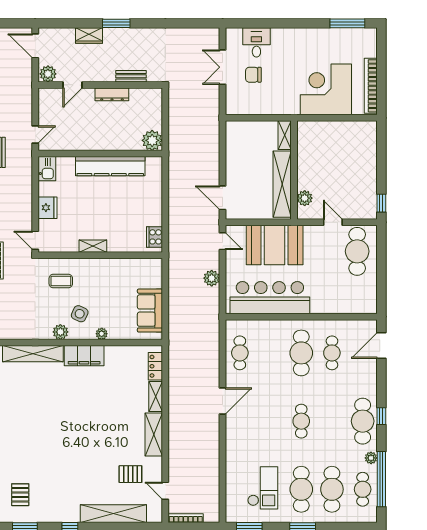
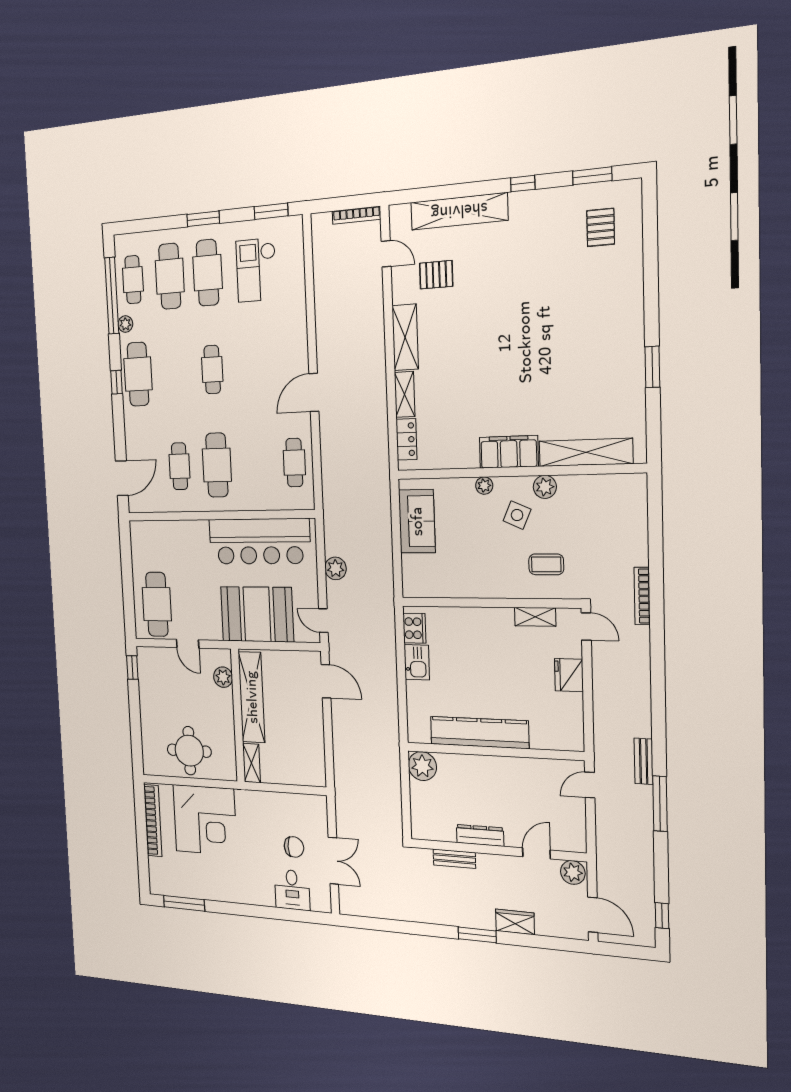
round table: (336, 142) -> (189, 751), added
kitchen sink: (47, 169) -> (417, 662), moved, turned 180
shelving: (93, 246) -> (535, 617), moved

